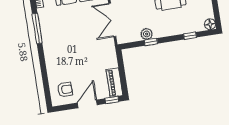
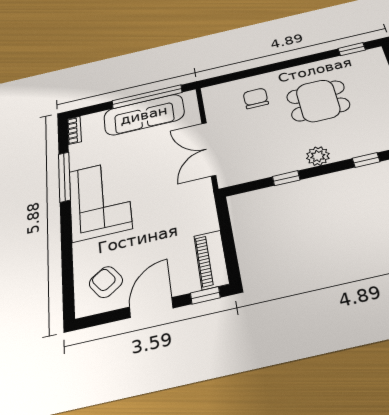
plant: (147, 34) -> (318, 156), moved
corner sofa: (58, 44) -> (100, 200), added
armchair: (65, 90) -> (106, 282), turned -125

